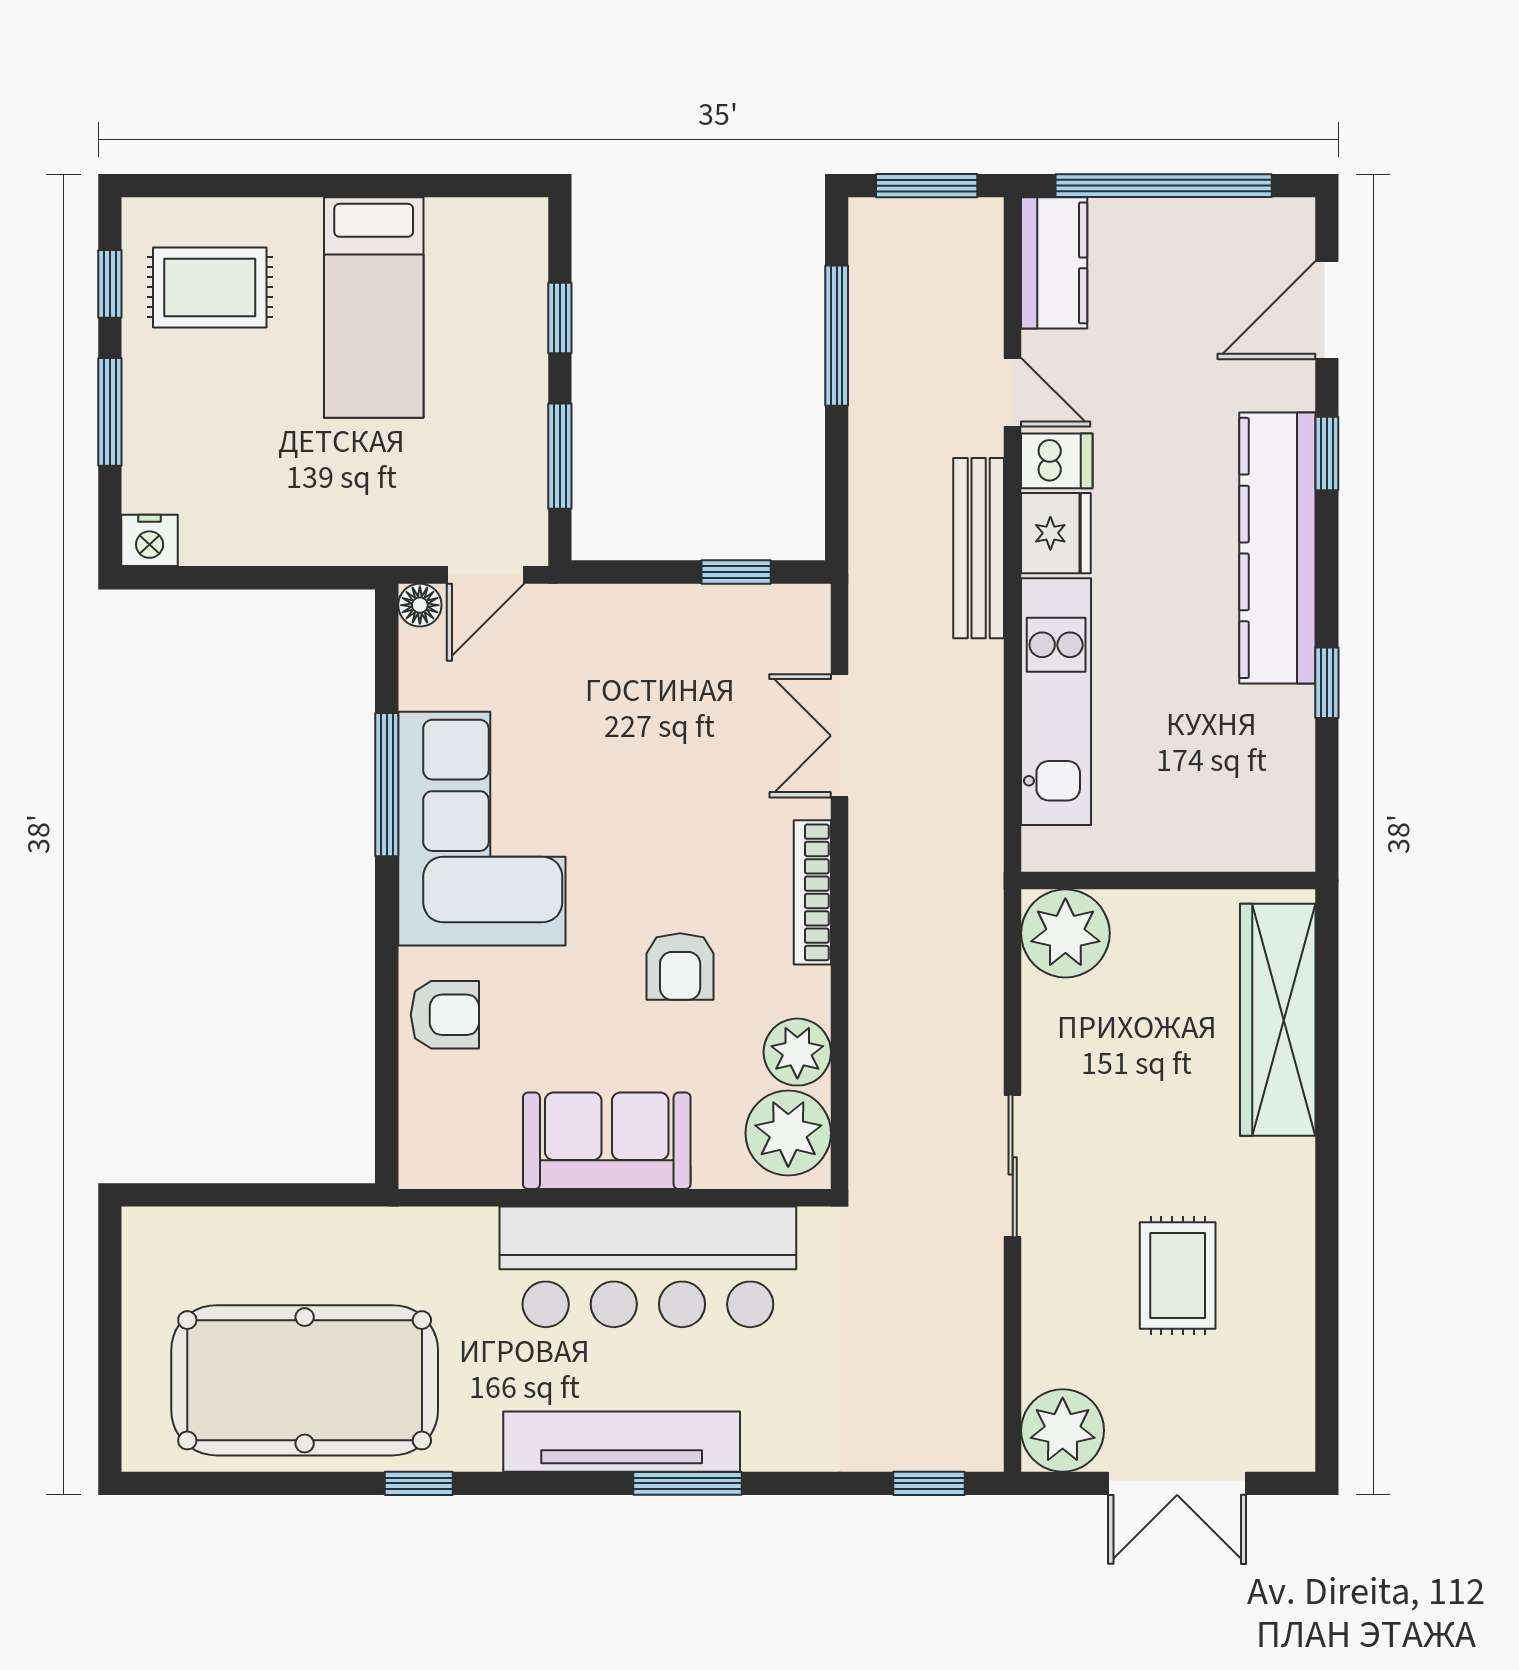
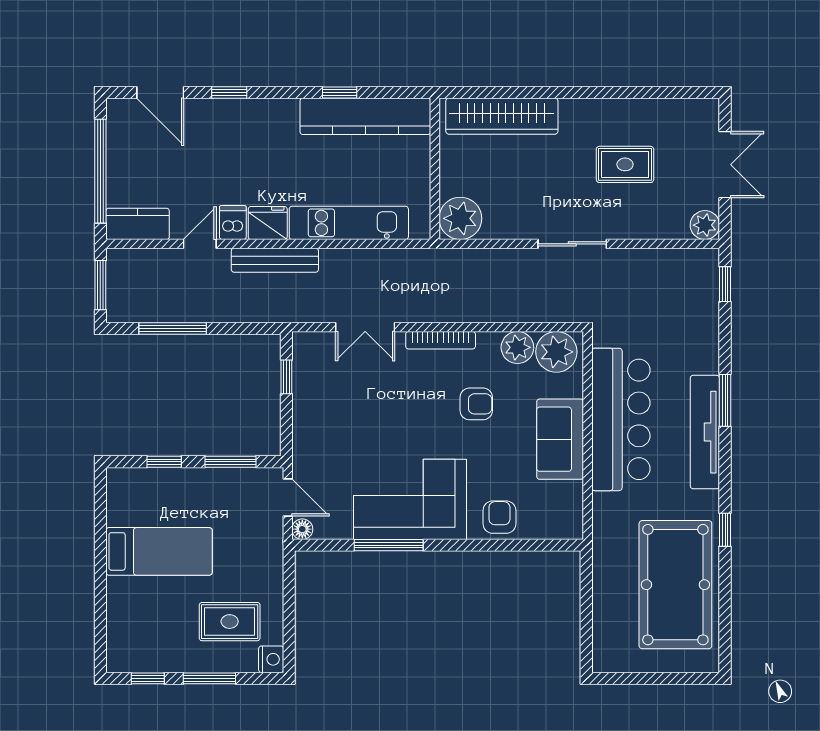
rug: (210, 287) -> (230, 622), moved, turned 90
kitchen counter: (1277, 548) -> (365, 116), moved
plant: (1063, 1430) -> (705, 225), width x0.73, depth x0.73

